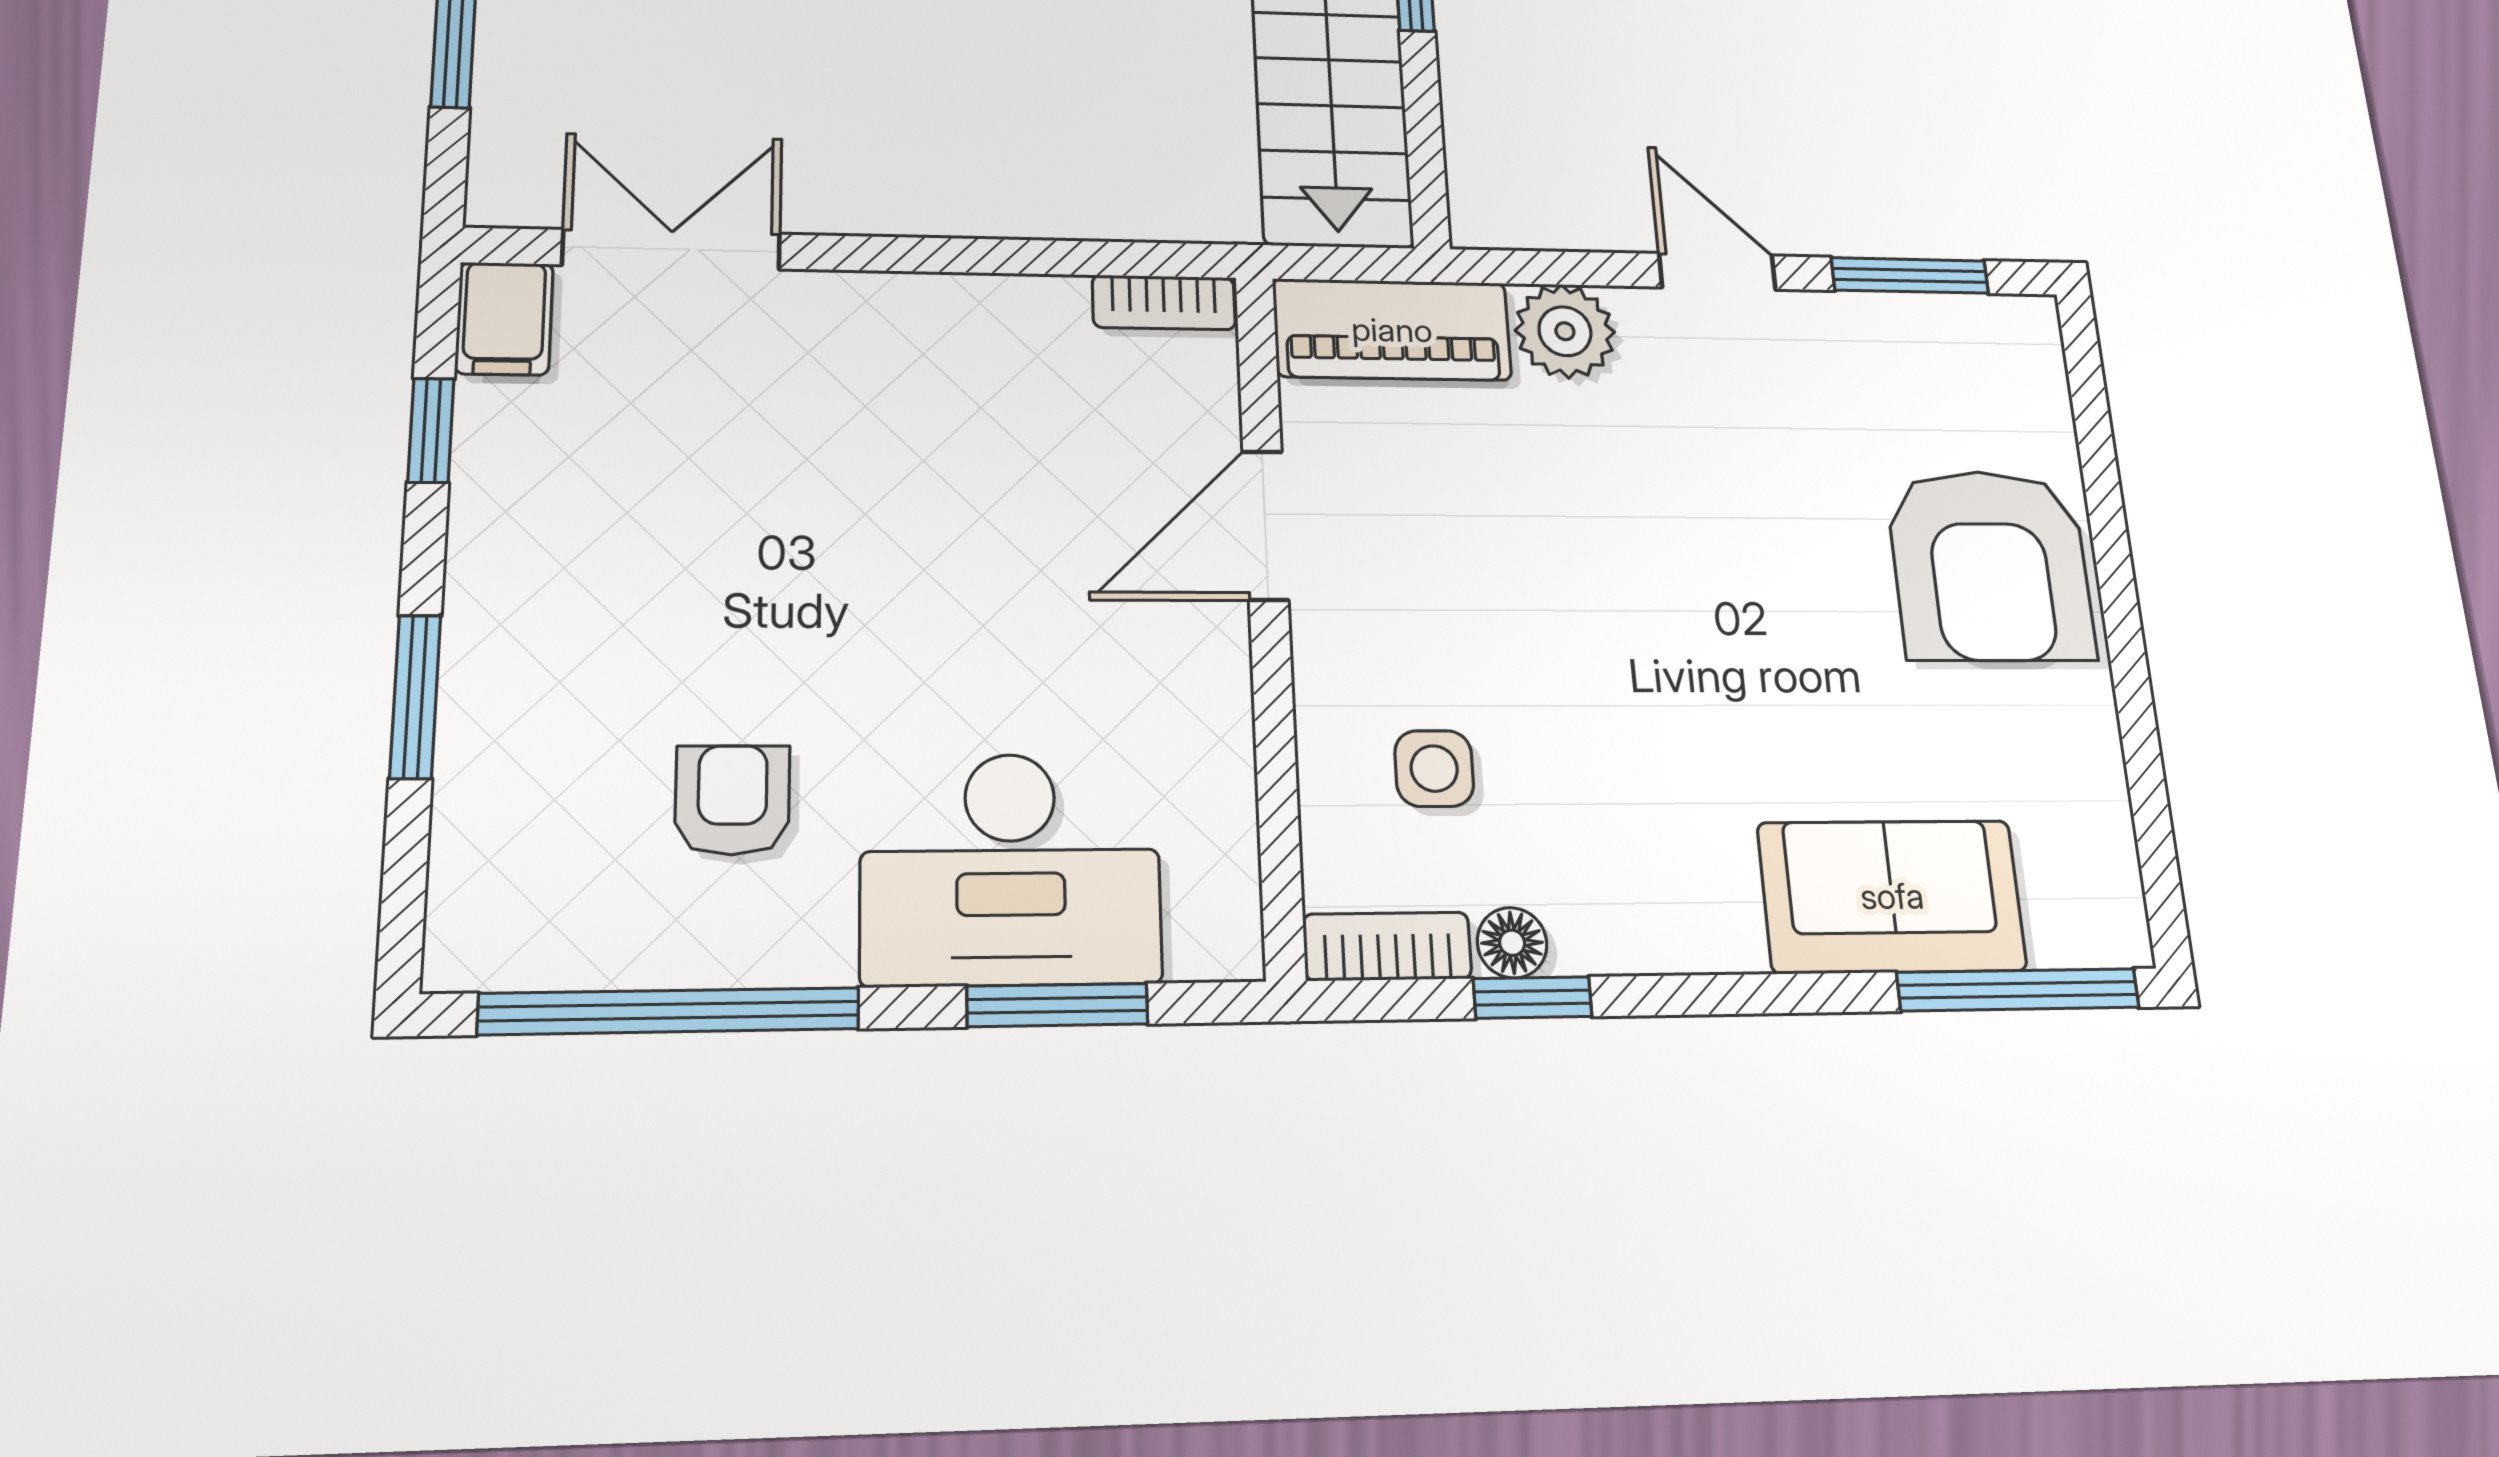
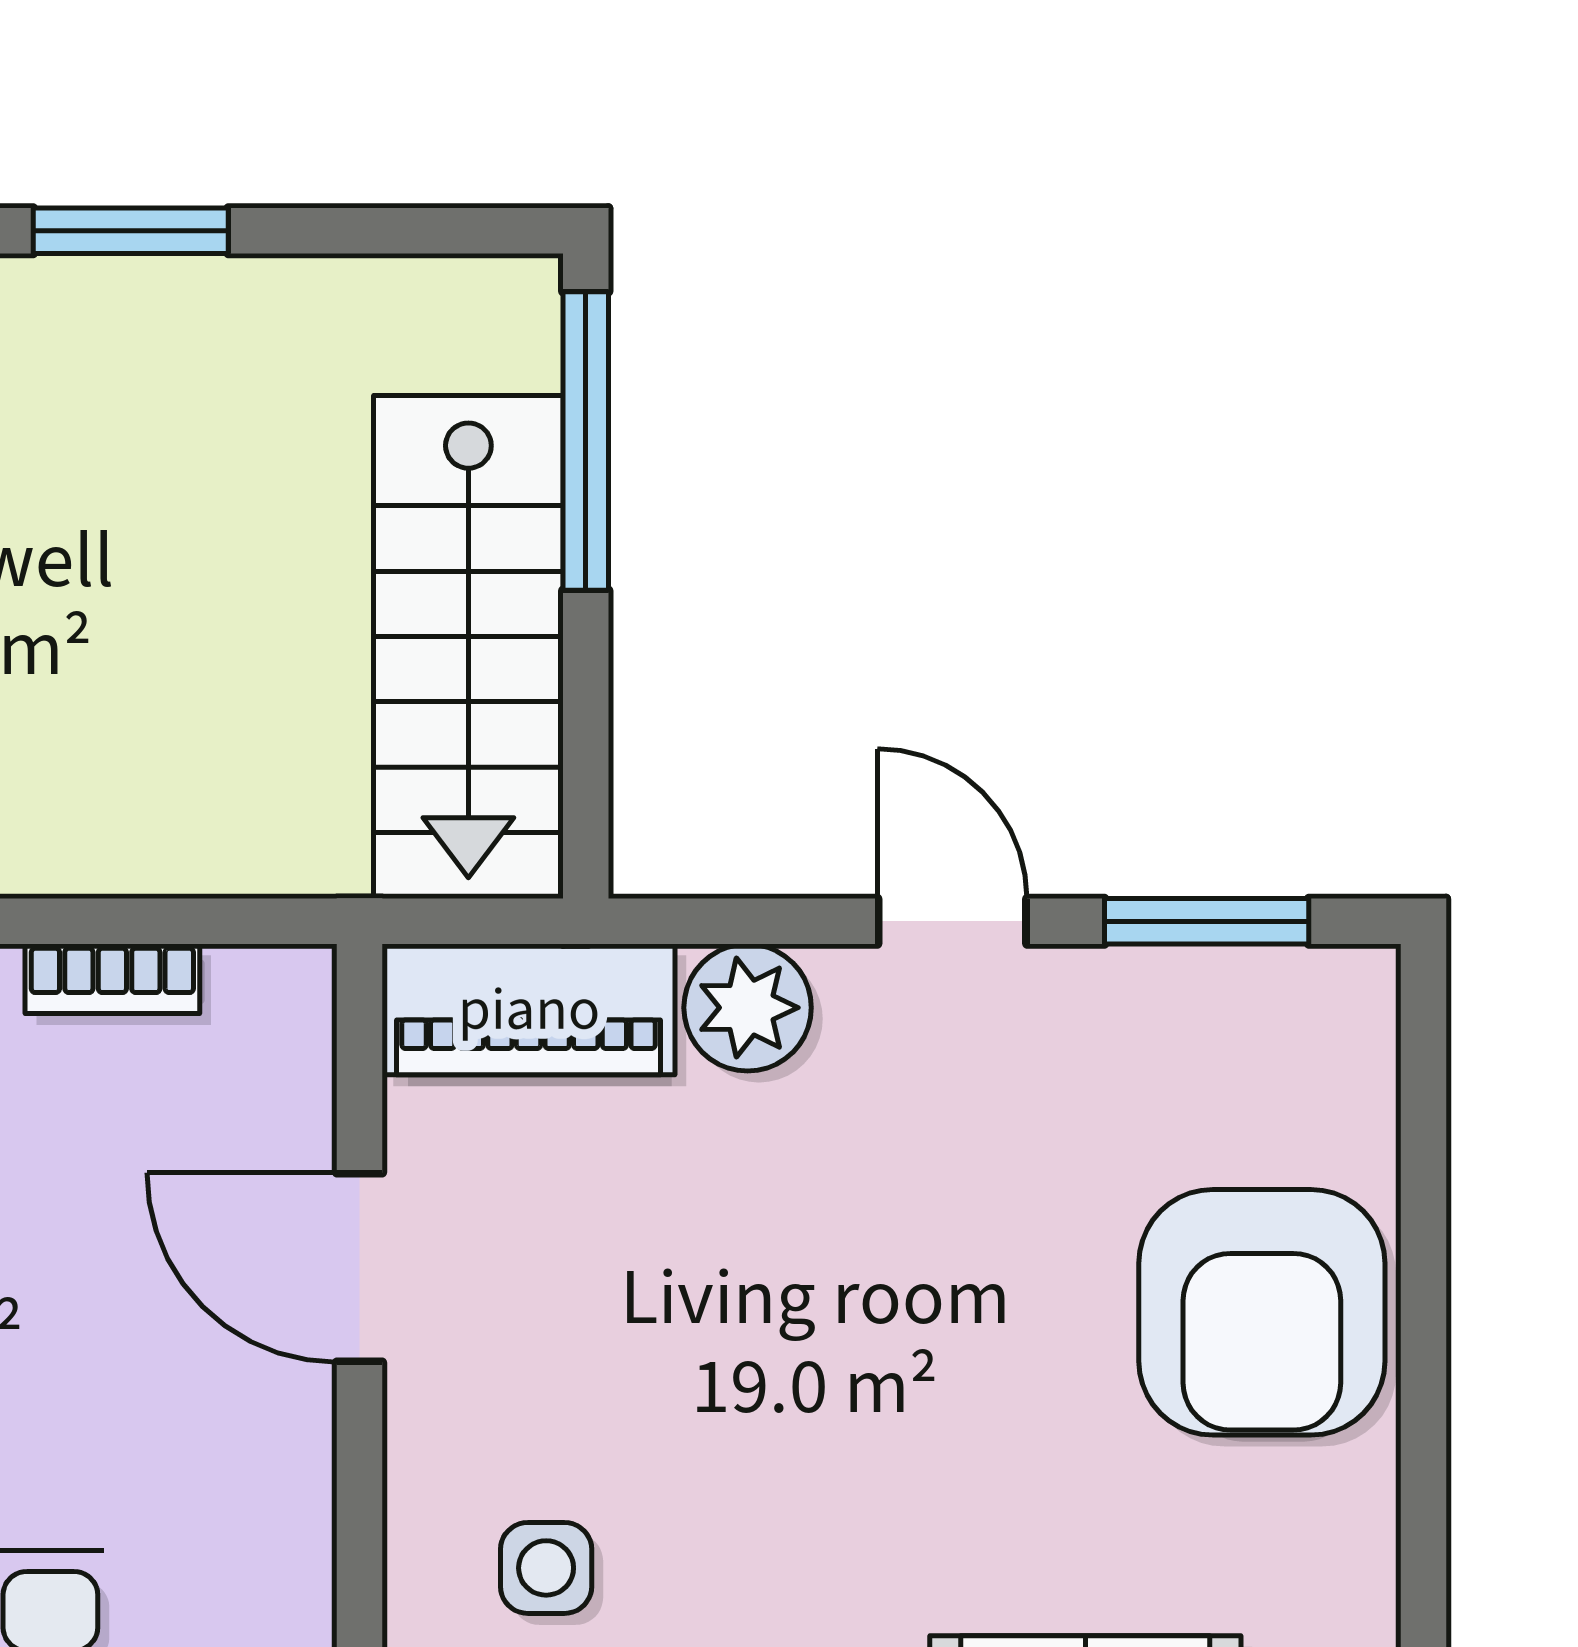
bookcase: (1164, 302) -> (112, 979), moved
door: (1265, 525) -> (359, 1267), hinge flipped

